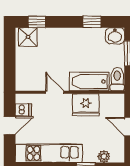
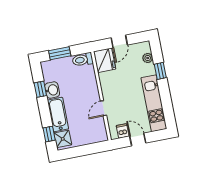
washbasin: (115, 36) -> (52, 90), moved
bathtub: (89, 82) -> (58, 114), moved, turned 180
fridge: (86, 105) -> (105, 60), moved

